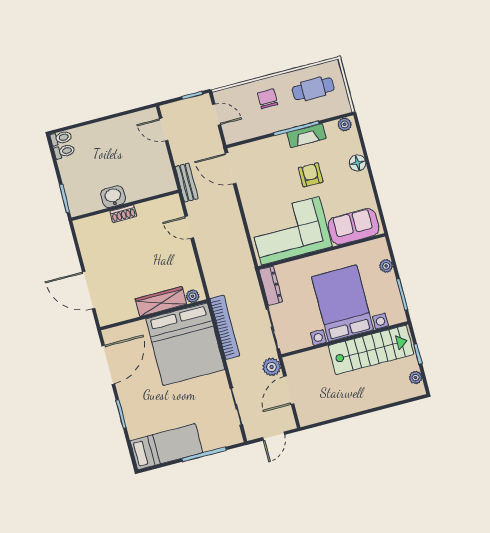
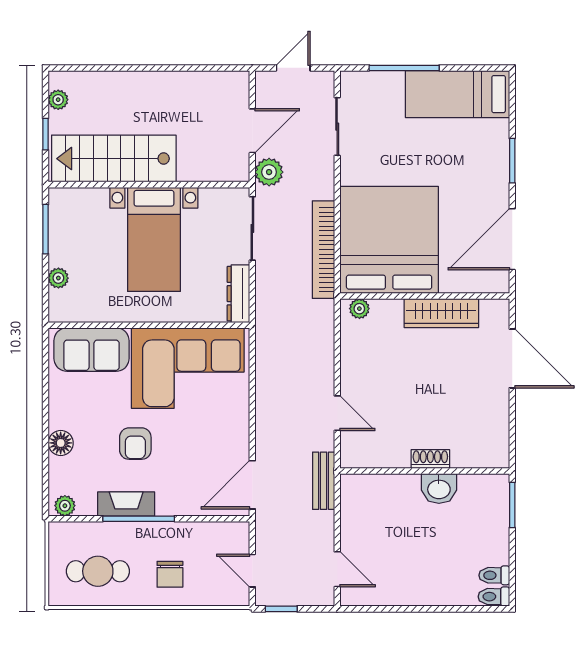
door: (231, 168) -> (252, 485), swing flipped
wardrobe: (161, 302) -> (441, 313), moved
bed with nightstands: (343, 303) -> (154, 239), width x0.73

